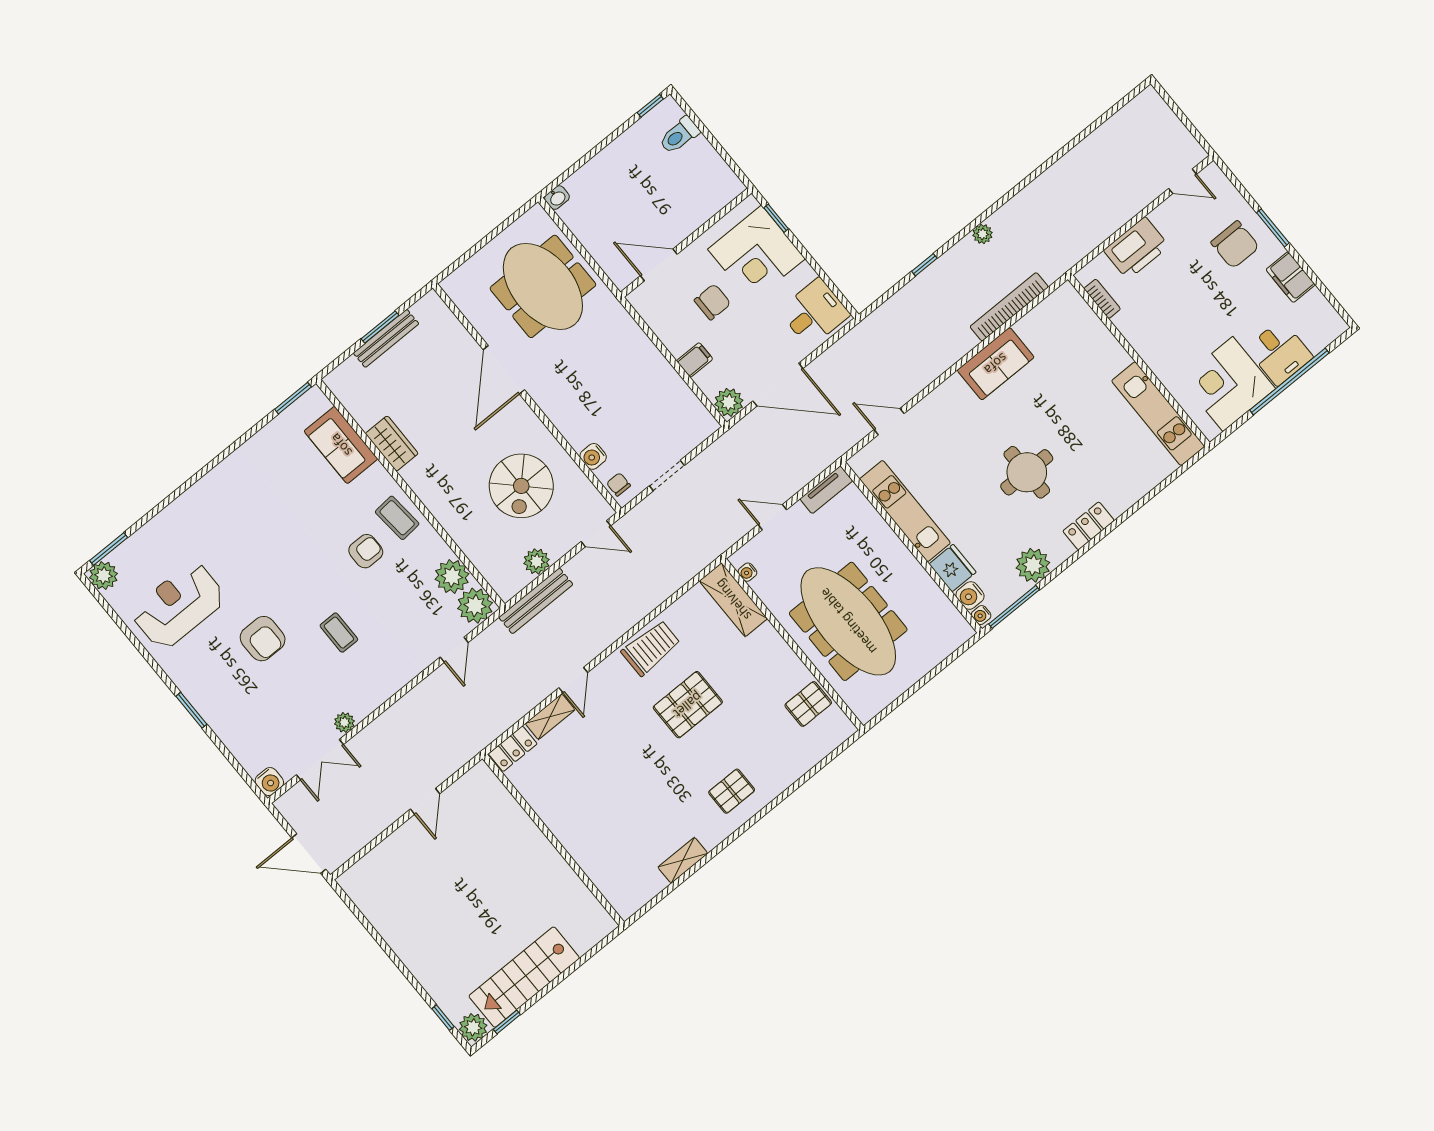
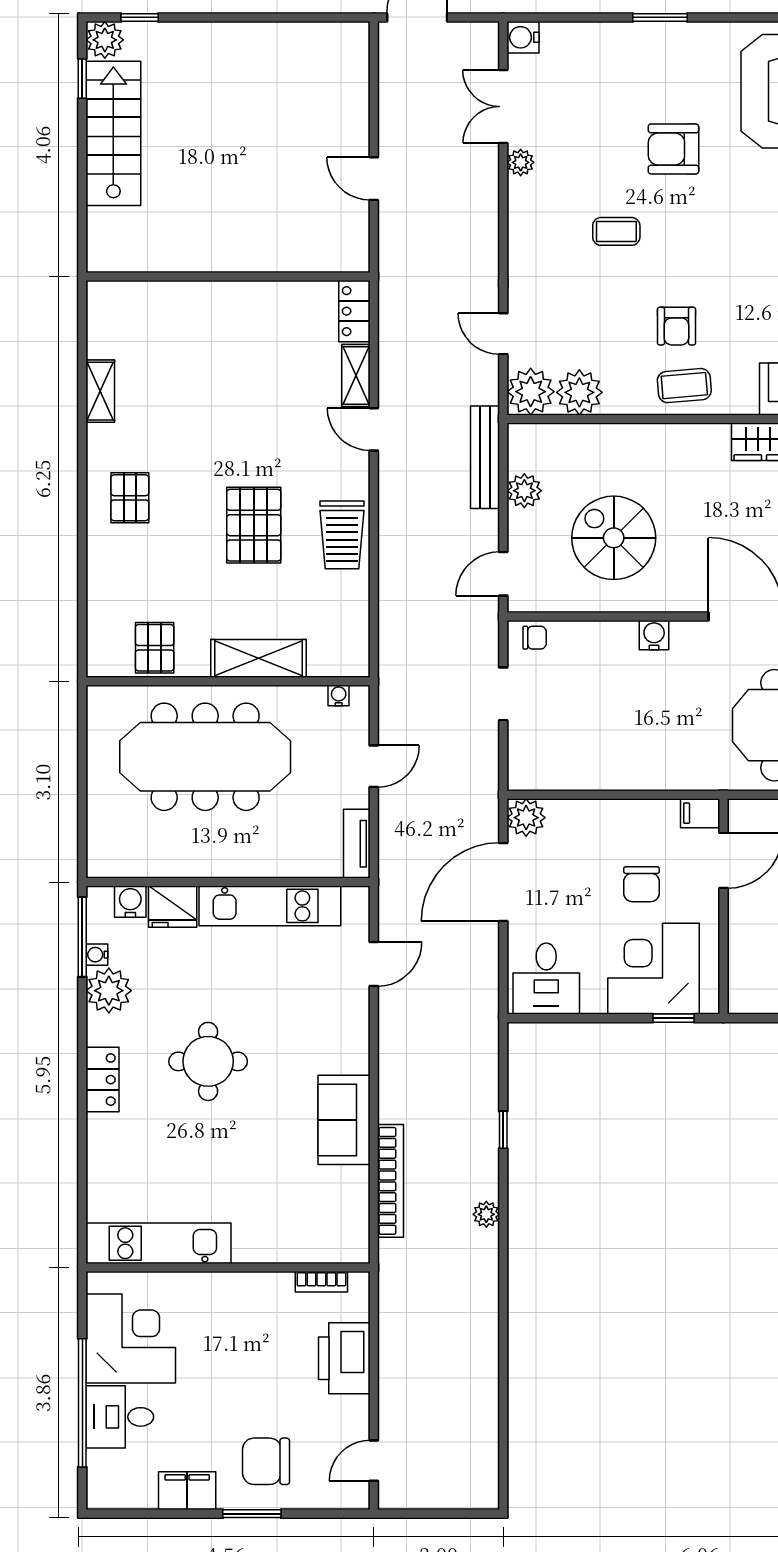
filing cabinet: (695, 360) -> (700, 813), moved, turned 90
water cooler: (593, 456) -> (654, 635), moved
shelving: (733, 600) -> (258, 658), moved
water cooler: (981, 615) -> (97, 955), moved, turned -90

